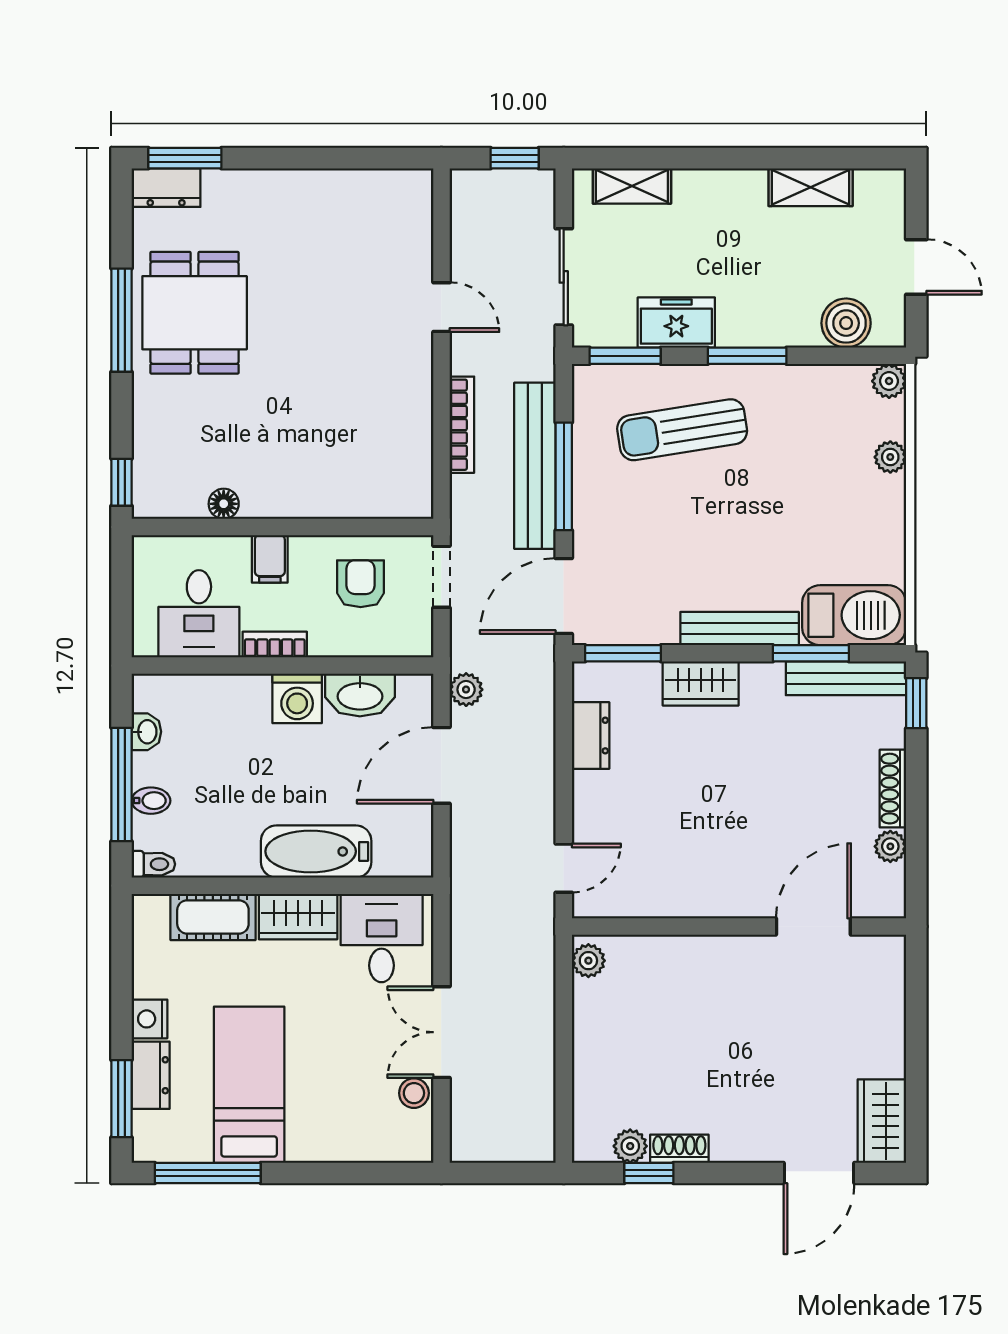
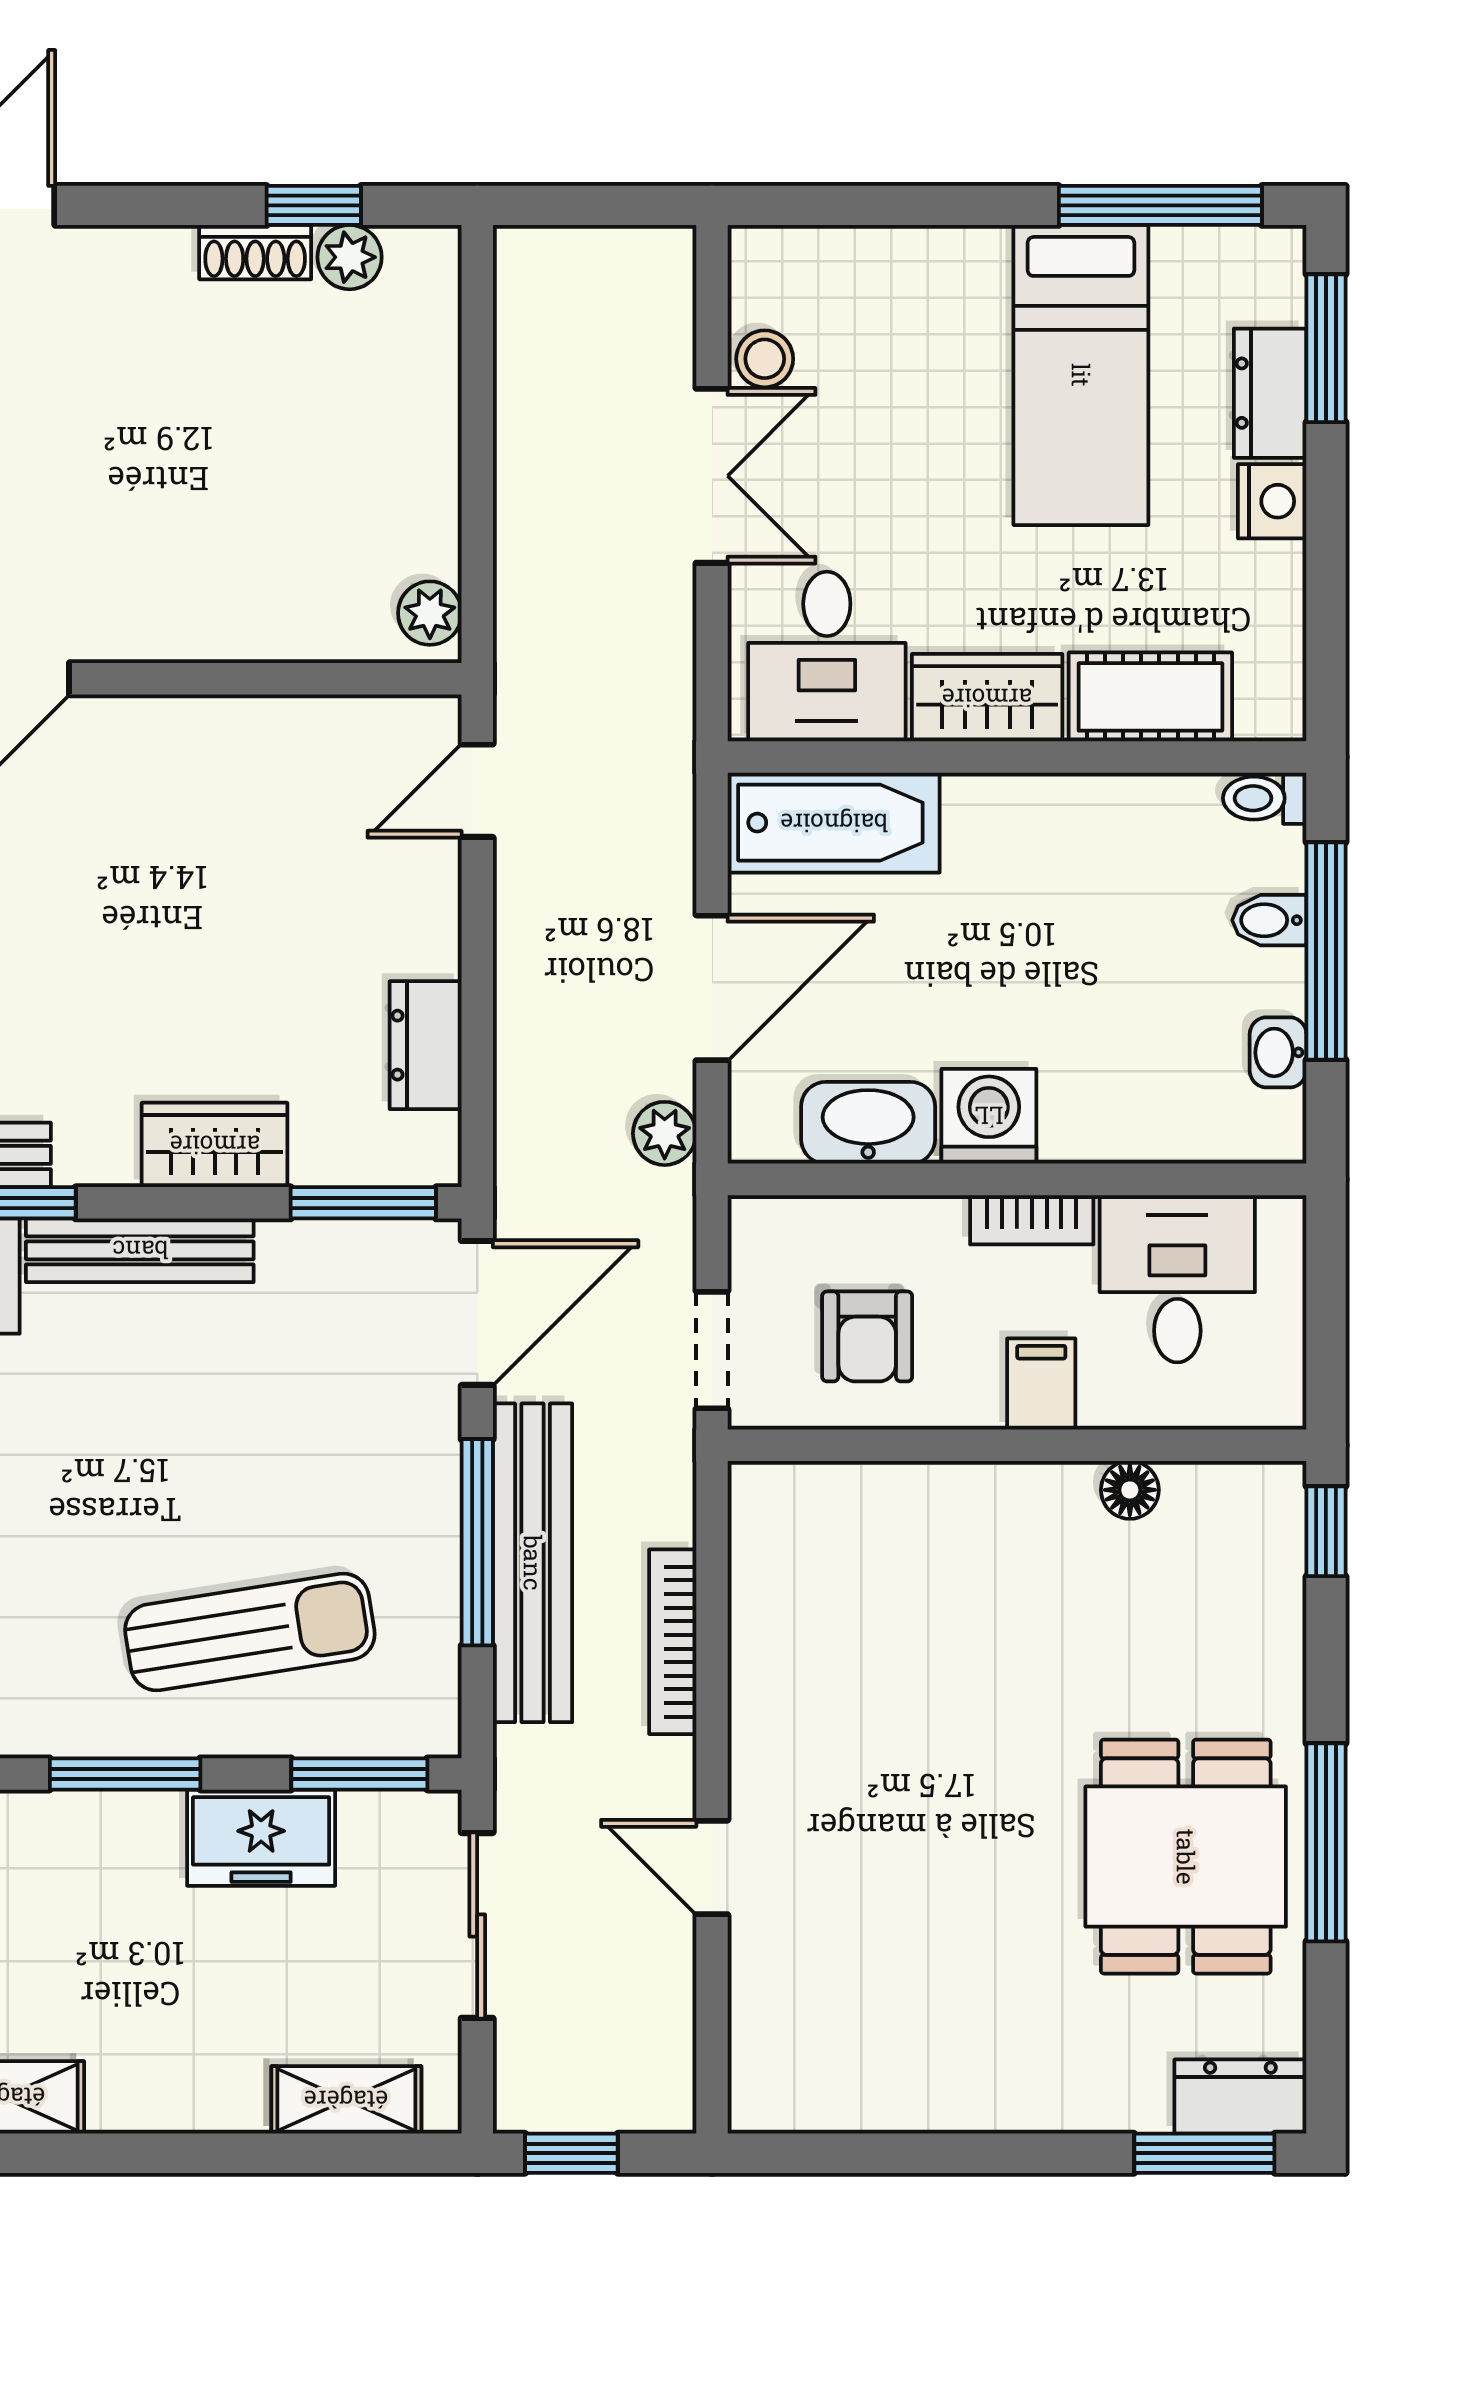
bathtub: (316, 851) -> (834, 823), moved

